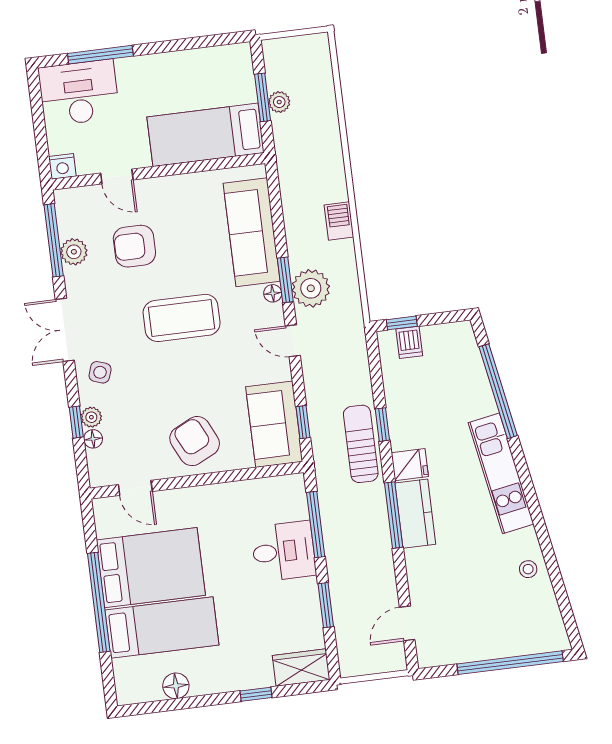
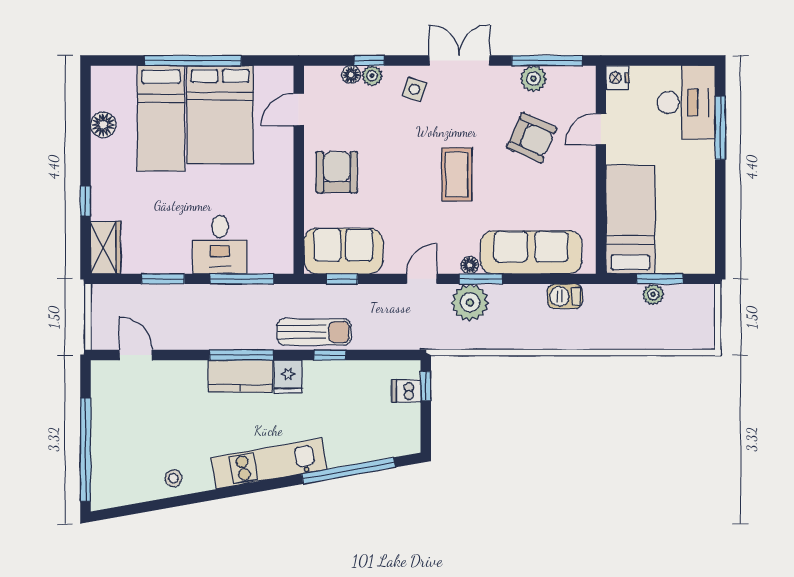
barbecue: (339, 221) -> (565, 296), moved, turned 180
armchair: (134, 246) -> (532, 138), turned 114
coffee table: (182, 318) -> (457, 174), width x0.73, depth x0.76
armchair: (195, 441) -> (337, 172), turned -64

